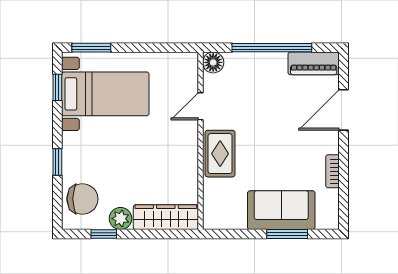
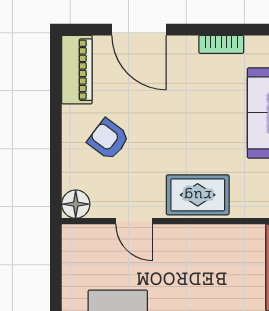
window: (272, 48) -> (56, 125), removed
armchair: (262, 87) -> (108, 139), added

